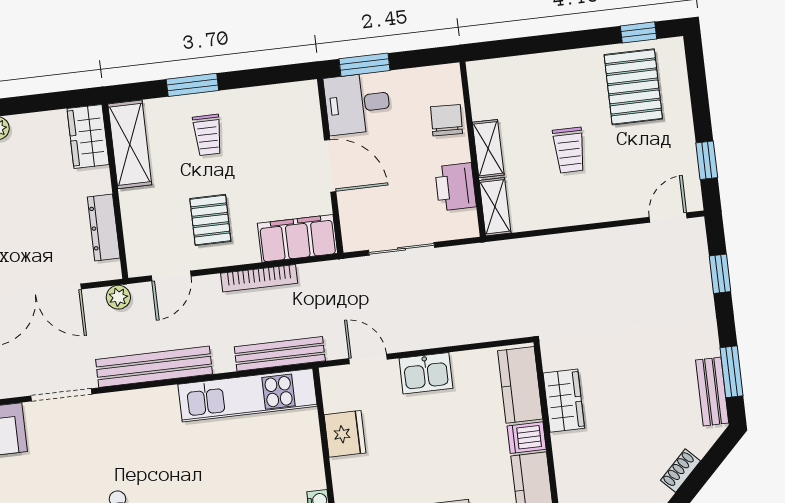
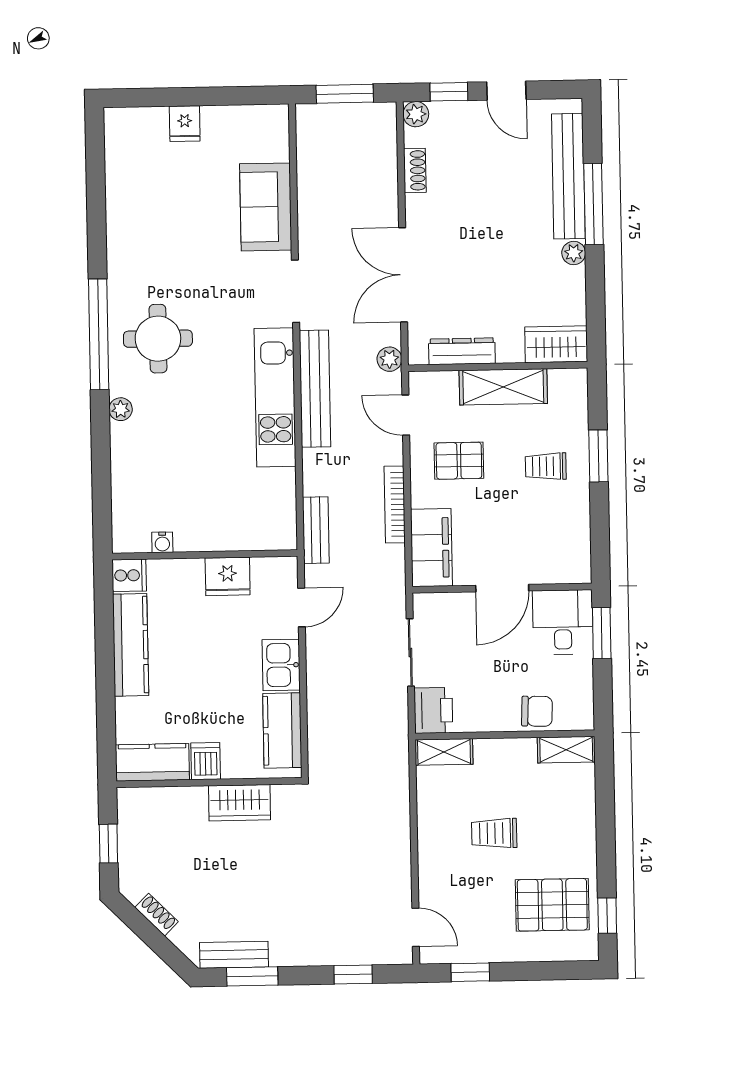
shelving: (130, 144) -> (503, 387), moved
shelving: (488, 149) -> (566, 750), moved
printer: (455, 187) -> (433, 710), moved, turned 90
bench: (280, 354) -> (316, 530), width x0.73
kitchen counter: (520, 385) -> (282, 730), moved, turned -90
kitchen unit: (248, 395) -> (275, 397), moved

